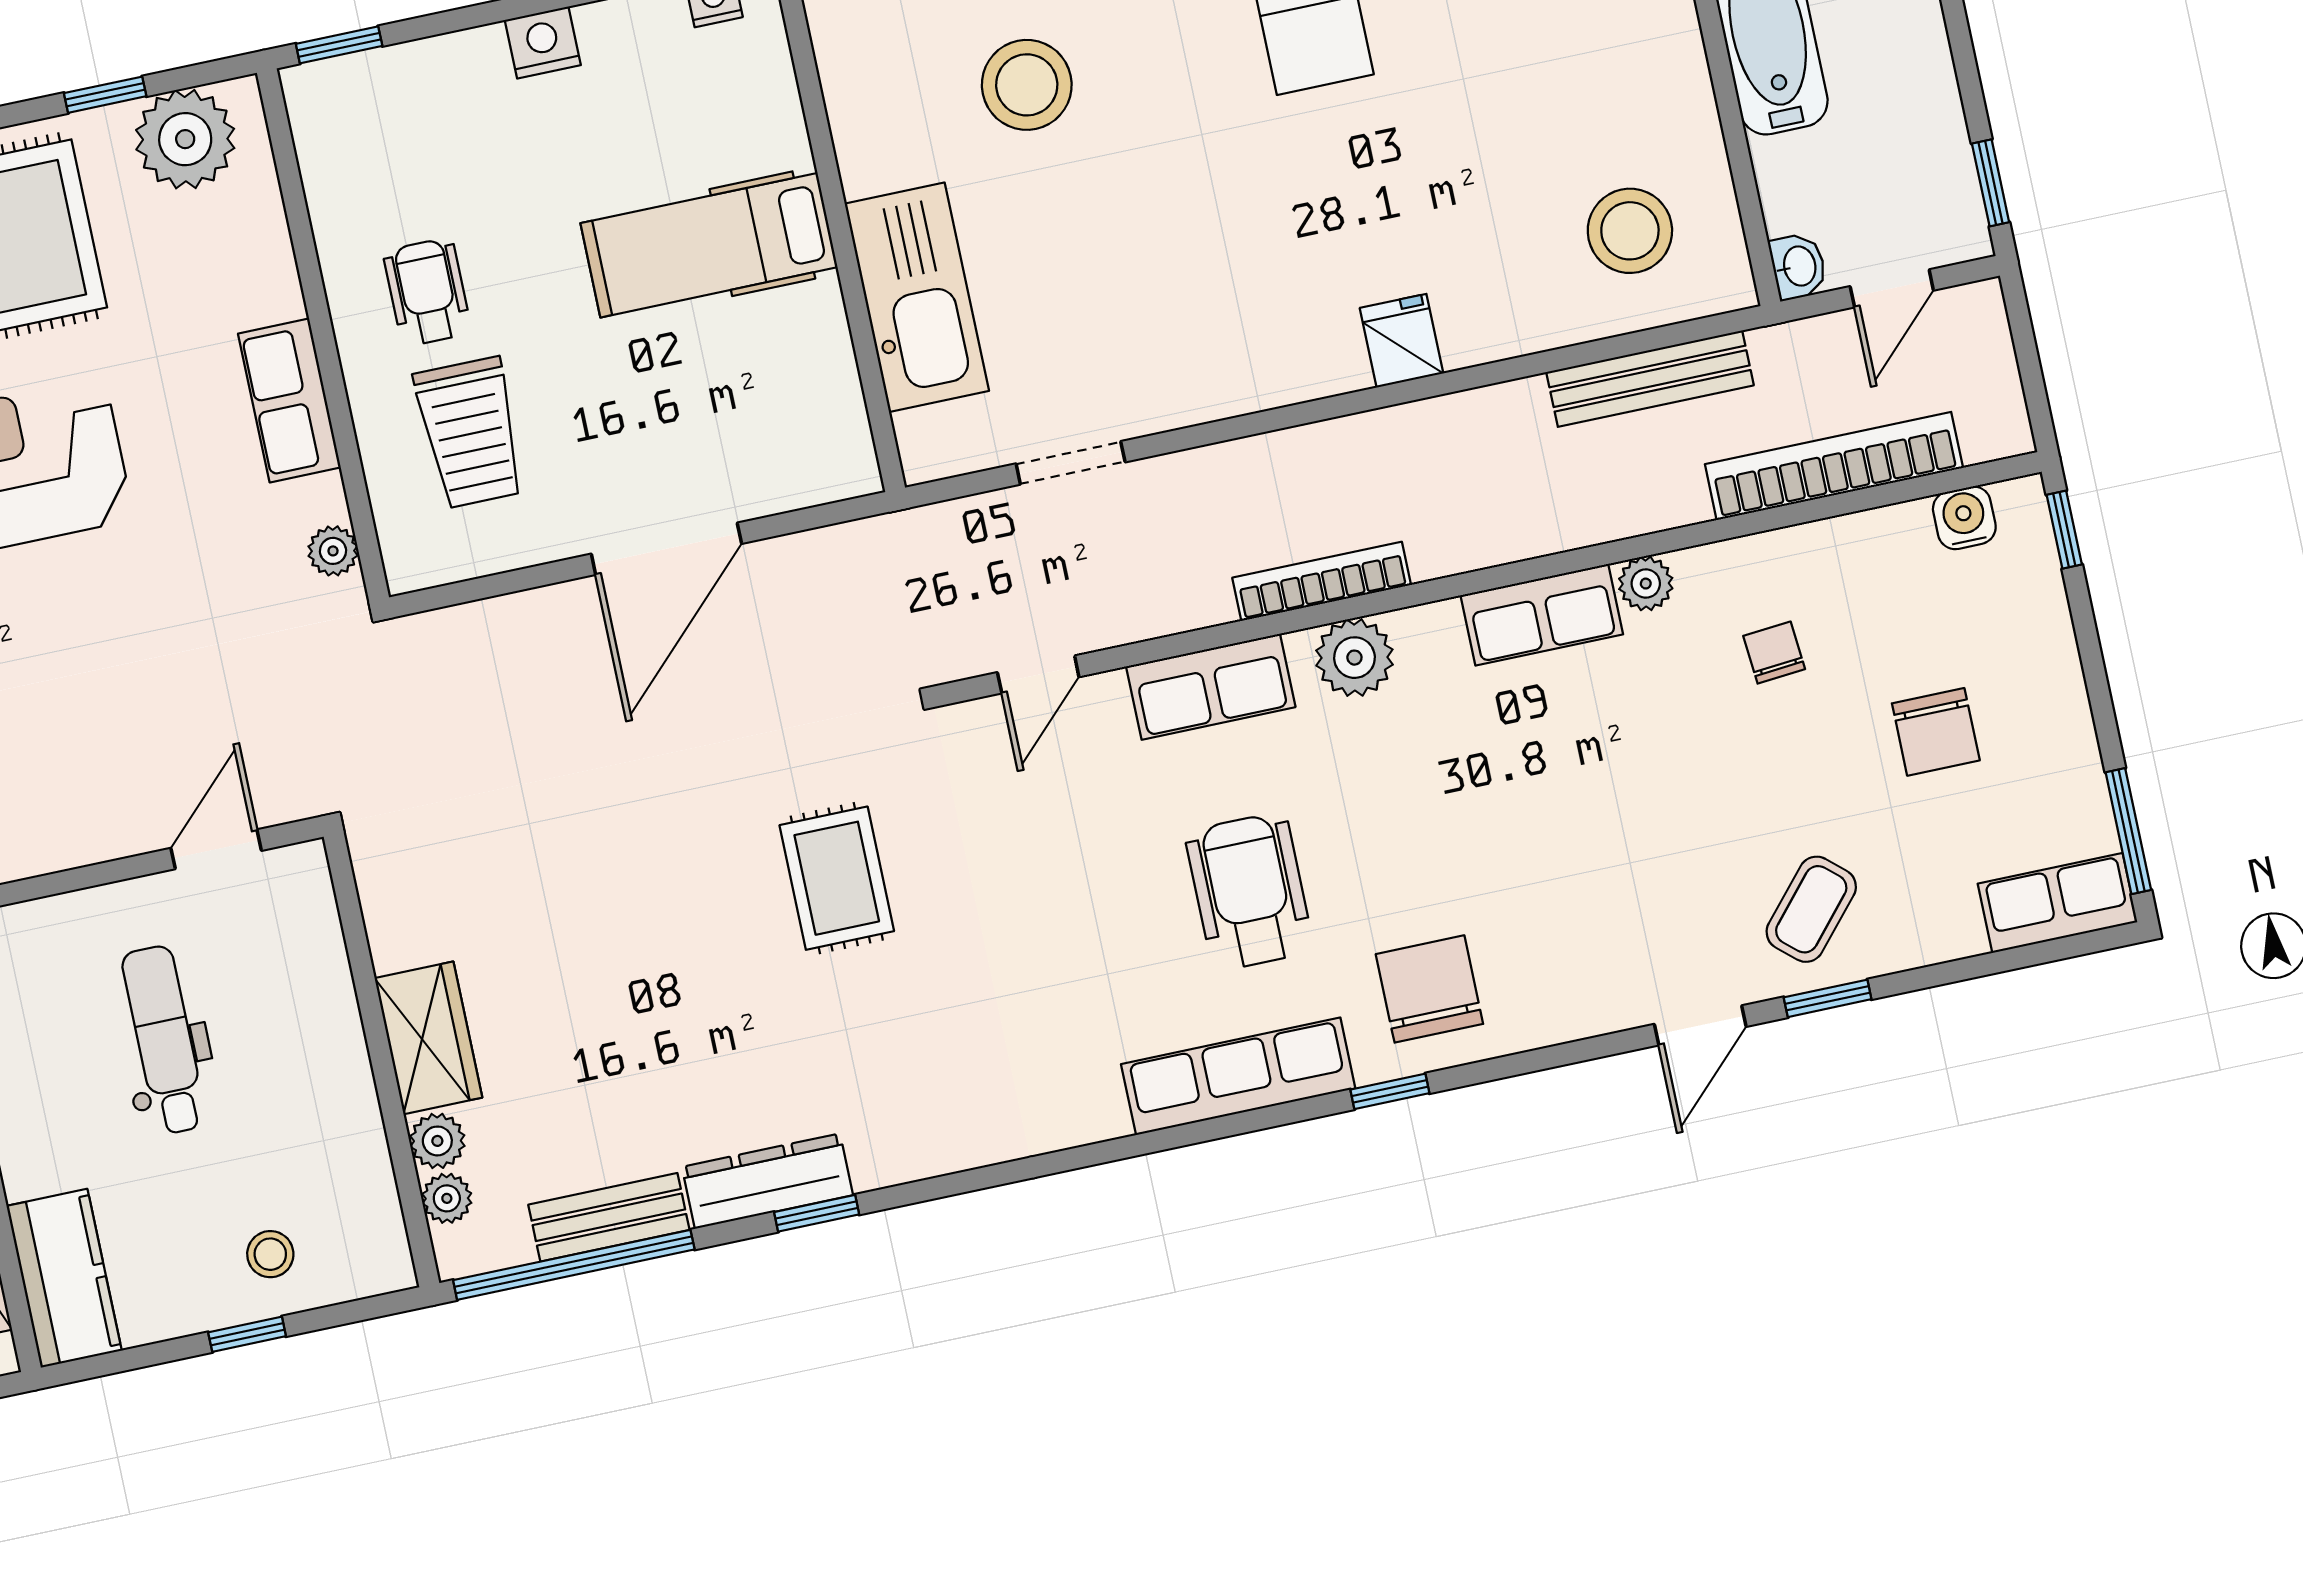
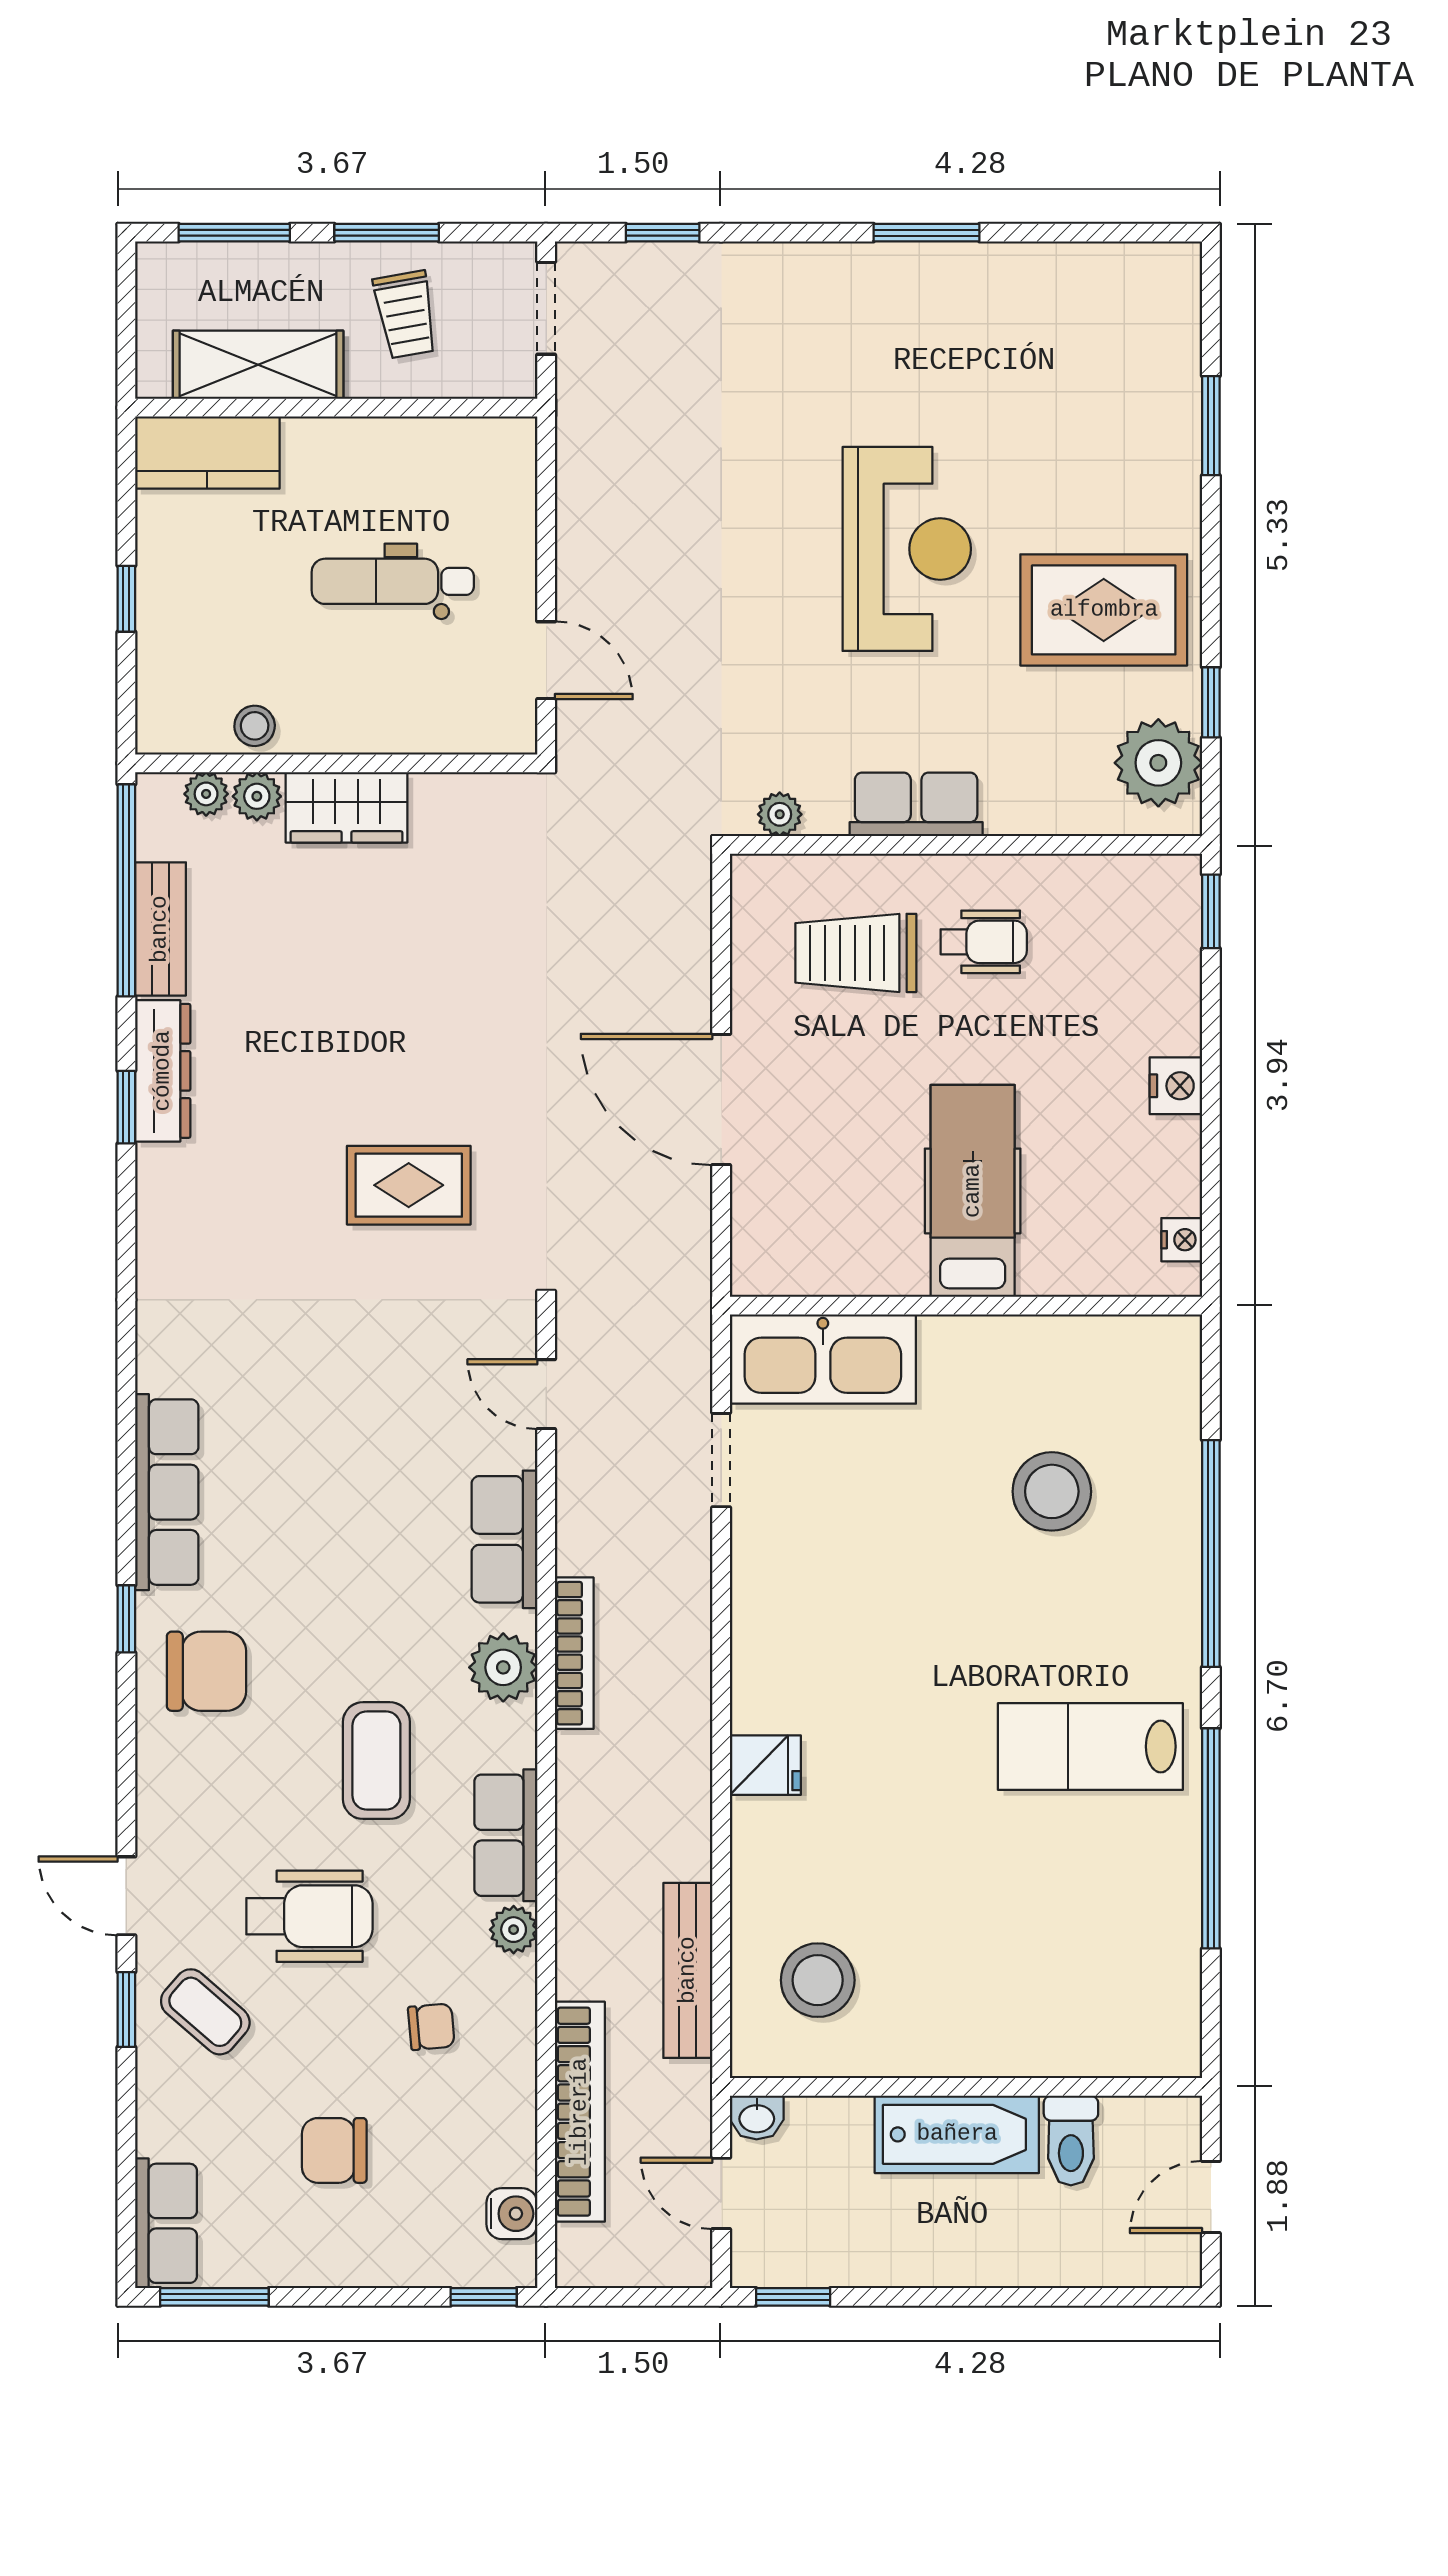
kitchen sink: (917, 297) -> (823, 1359), moved
coffee table: (1489, 777) -> (376, 1761), added
wheelchair: (1249, 892) -> (309, 1916), moved
dental chair: (164, 1040) -> (393, 581), turned 180
stool: (270, 1254) -> (255, 726), moved

